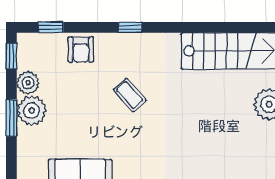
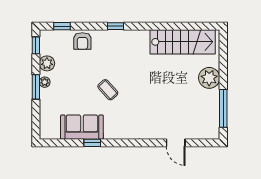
coffee table: (130, 95) -> (108, 90), moved
plant: (32, 111) -> (45, 82), width x0.53, depth x0.53

